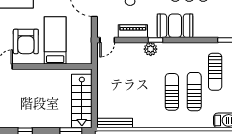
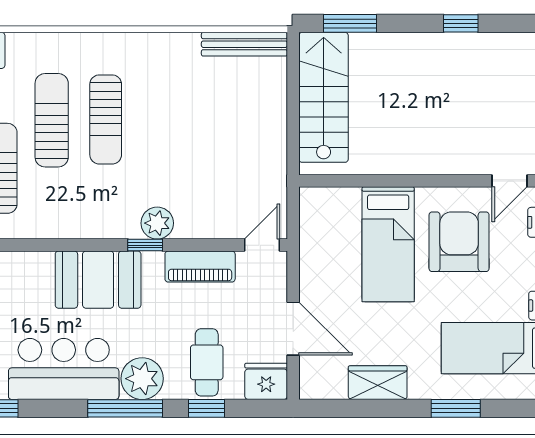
sun lounger: (194, 92) -> (52, 120), turned 180

